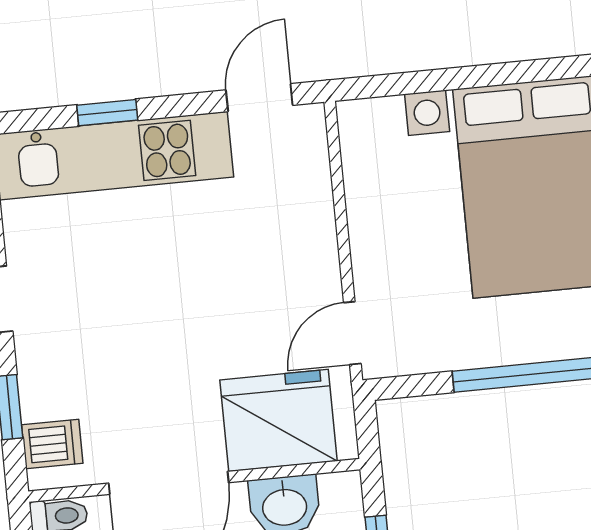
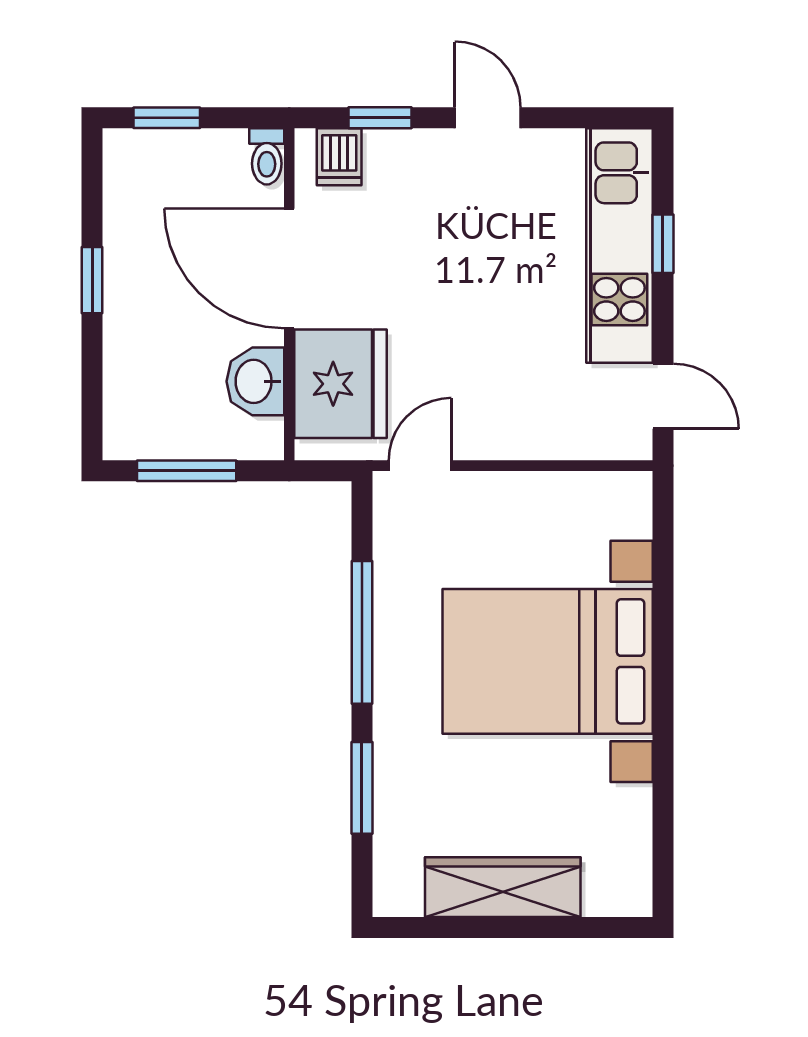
door: (352, 333) -> (420, 466), hinge flipped

